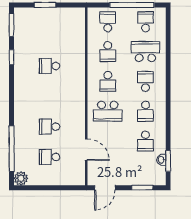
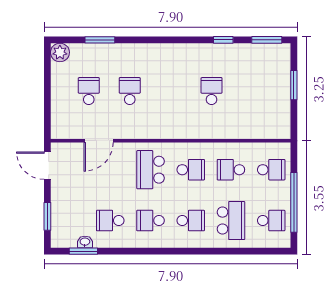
school desk: (108, 81) -> (191, 170), turned 180
window: (12, 149) -> (100, 40), width x0.47

